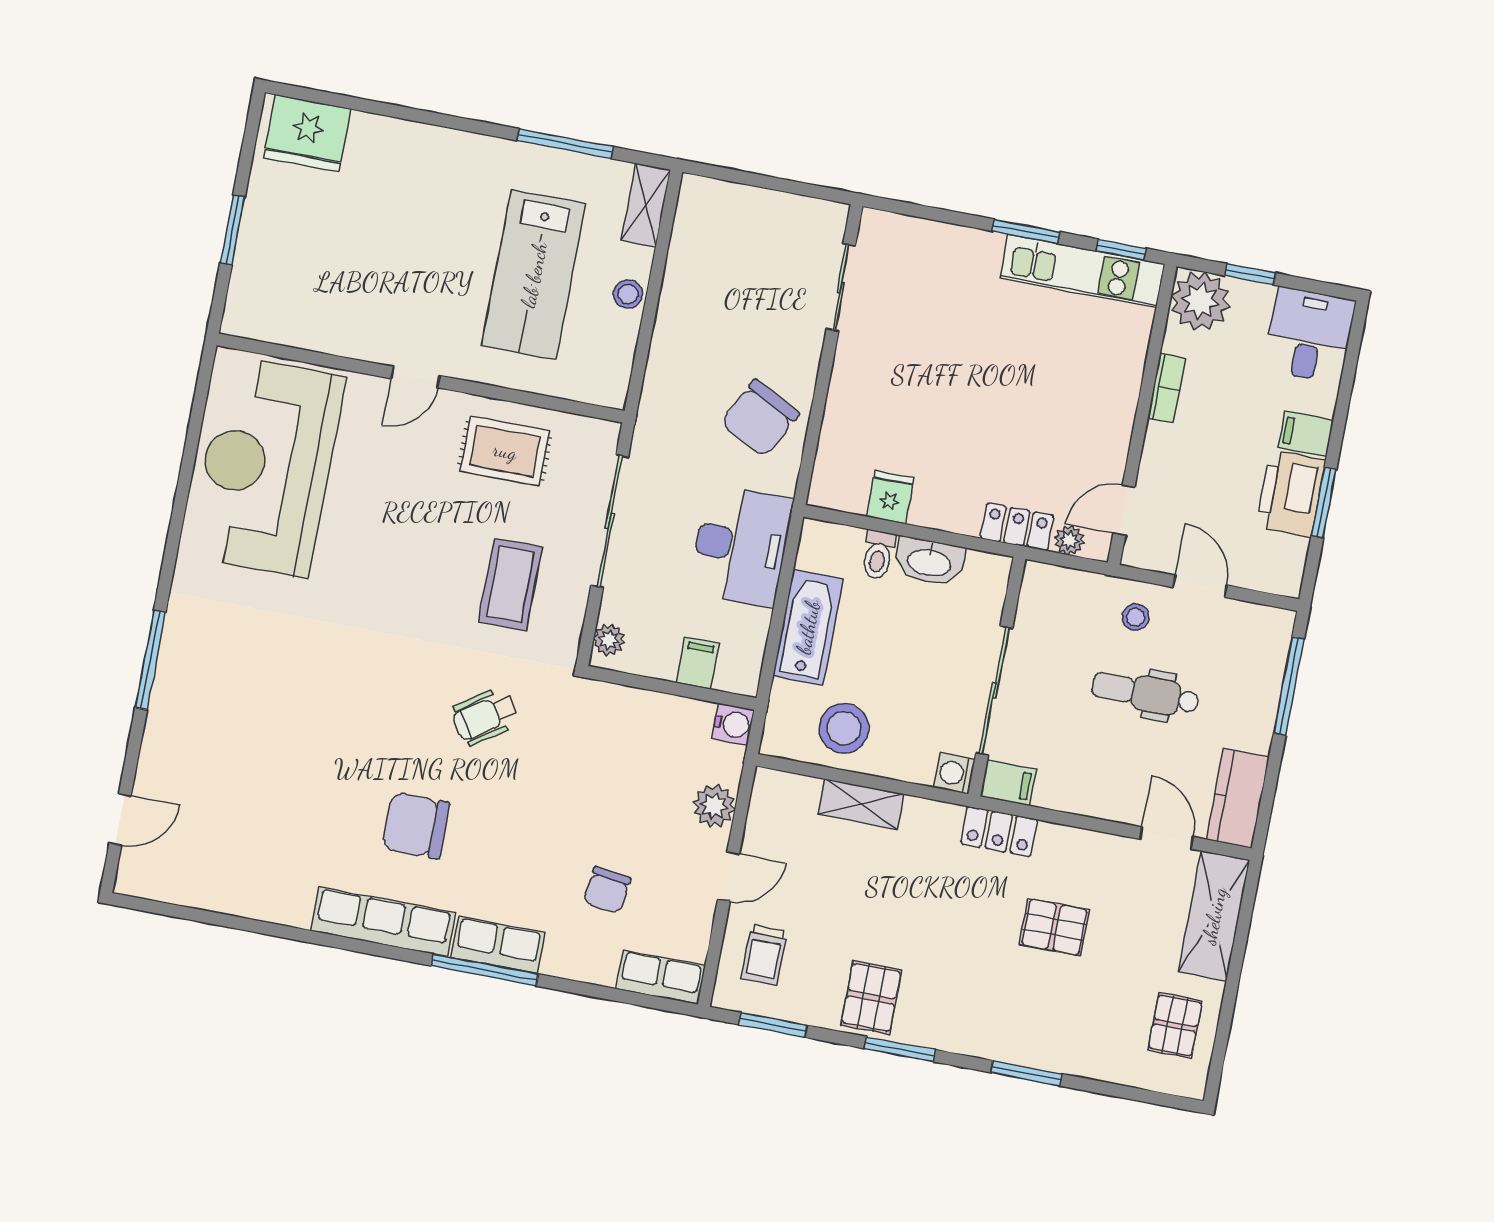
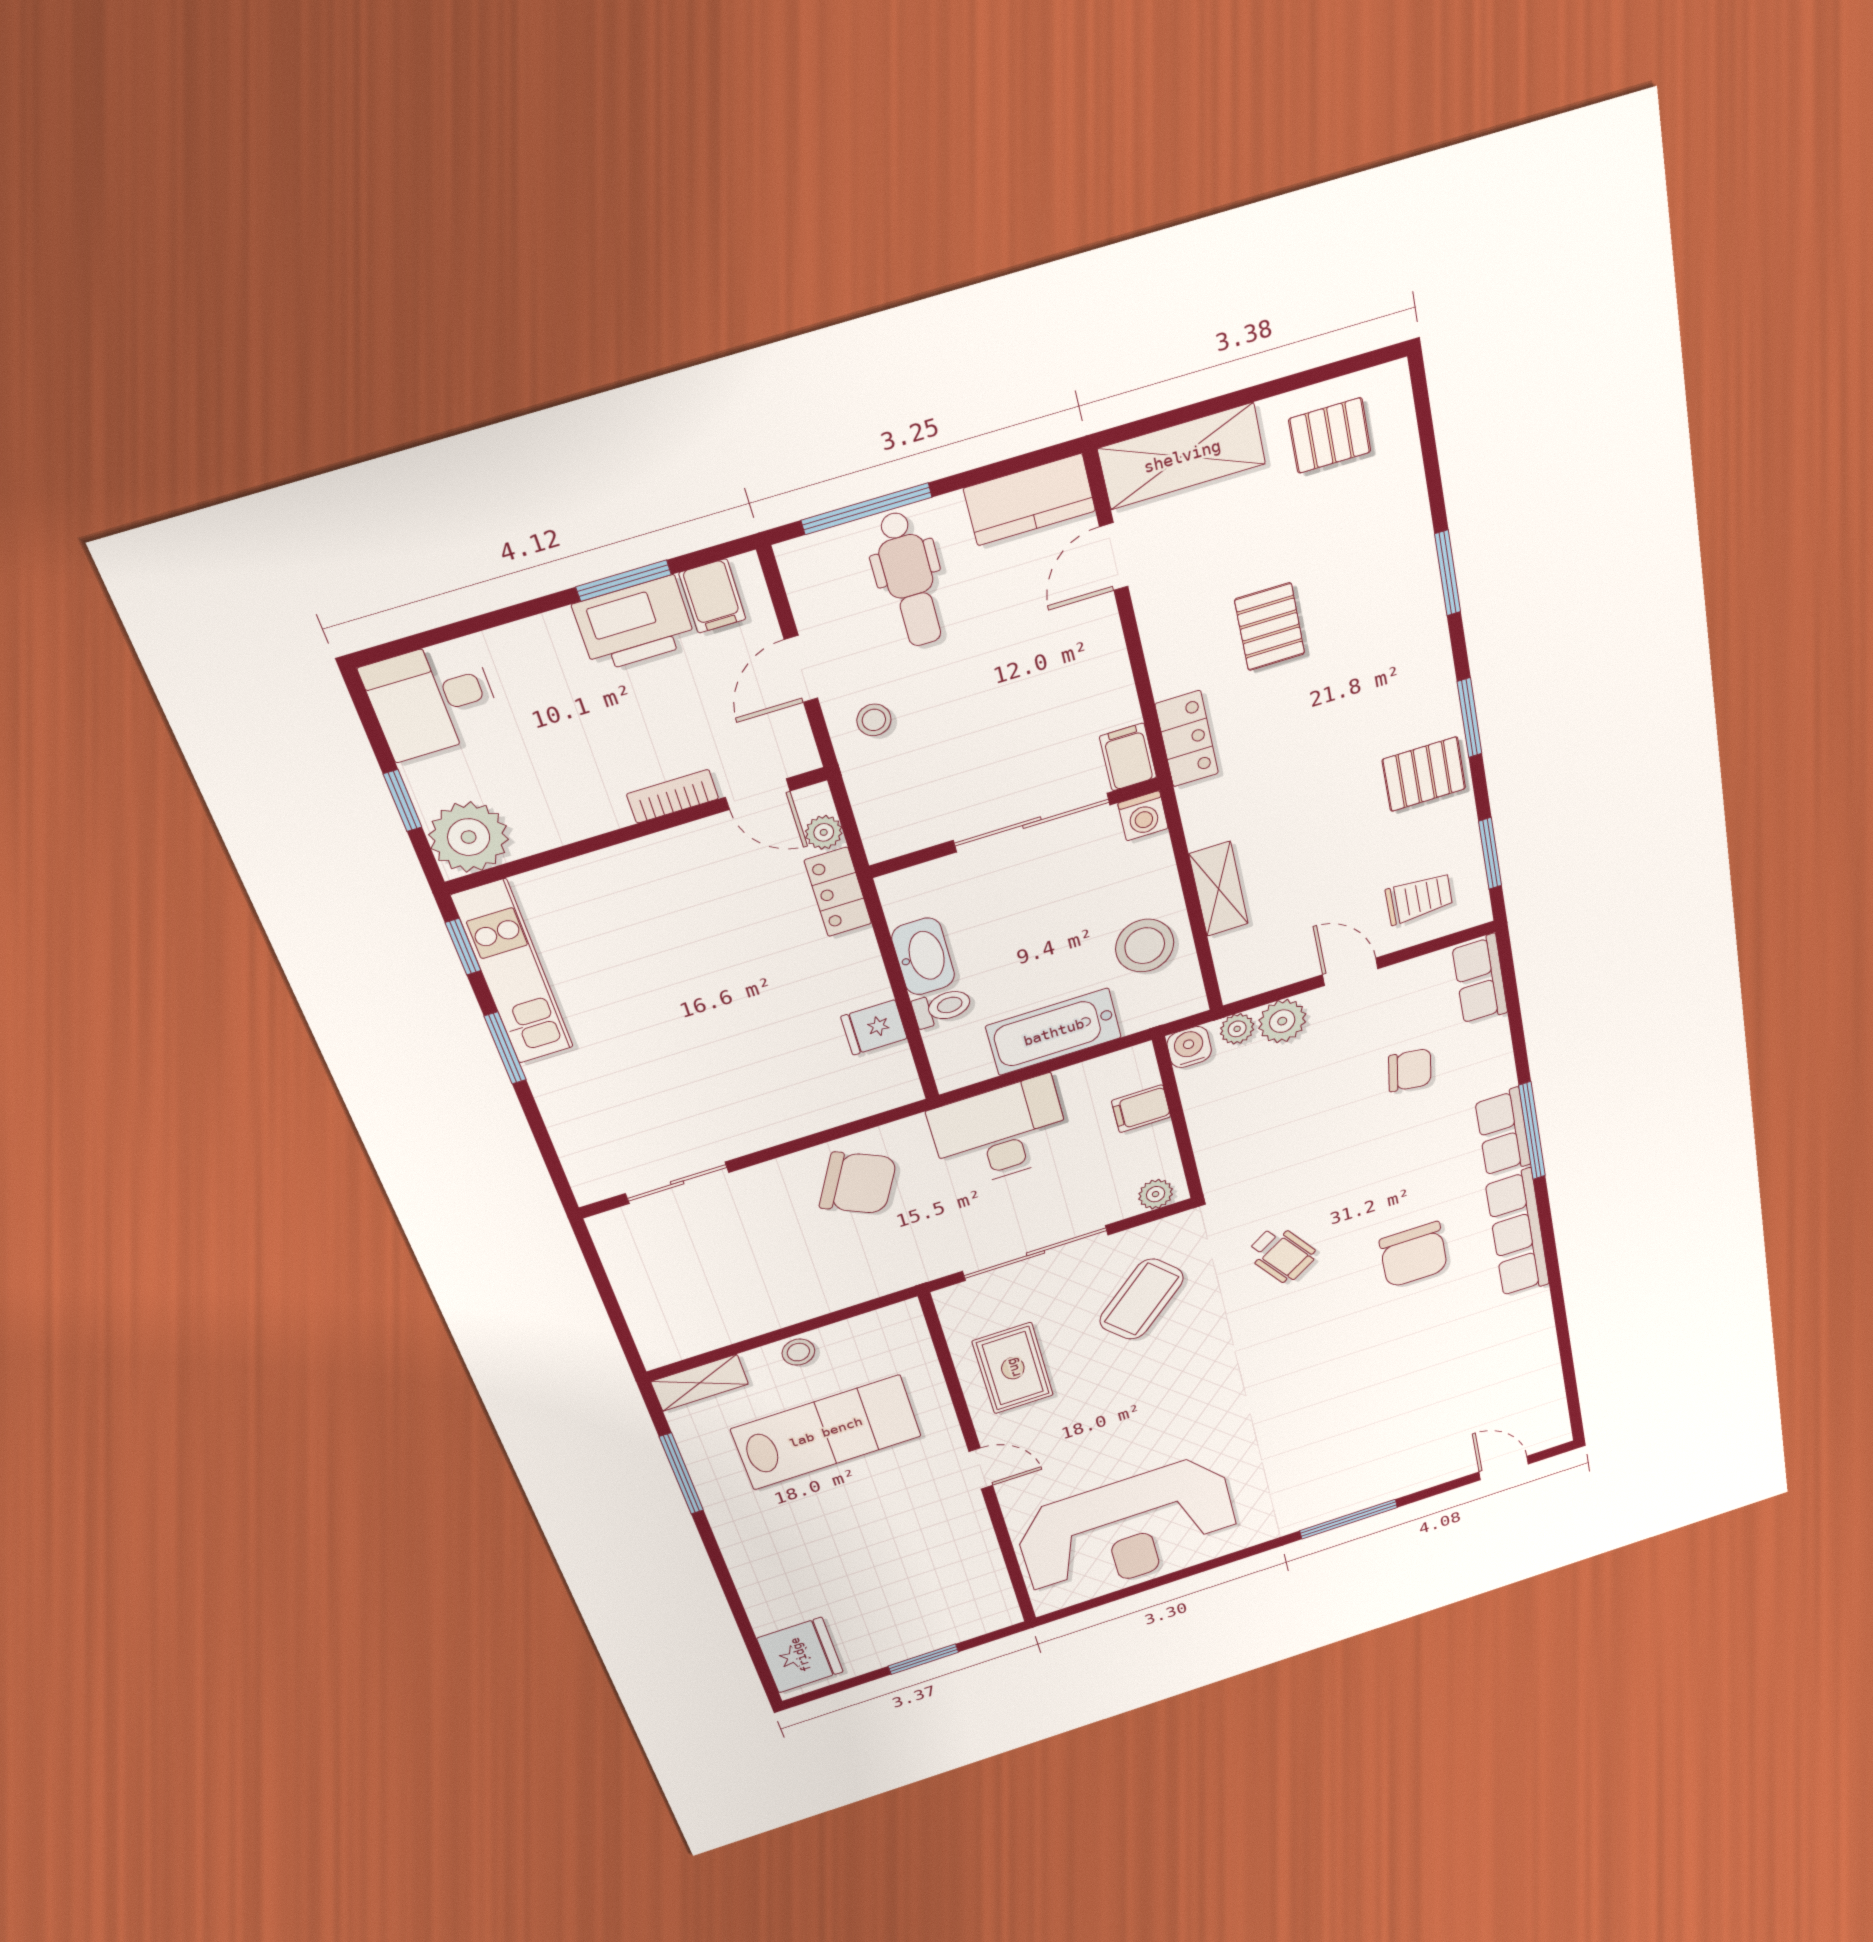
bookcase: (1167, 388) -> (673, 796), moved
filing cabinet: (1306, 434) -> (712, 596), moved
coffee table: (510, 584) -> (1142, 1299), turned -43
dental chair: (1146, 693) -> (909, 579), moved
plant: (728, 768) -> (1237, 1029), added

